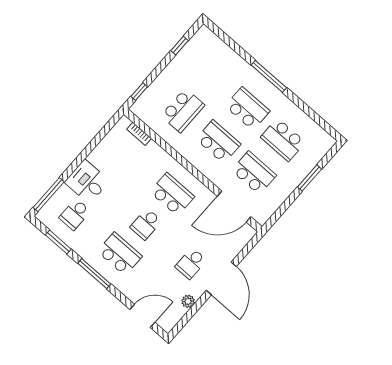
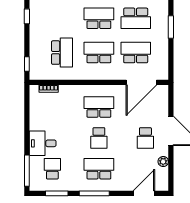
school desk: (75, 214) -> (52, 169), turned 180

